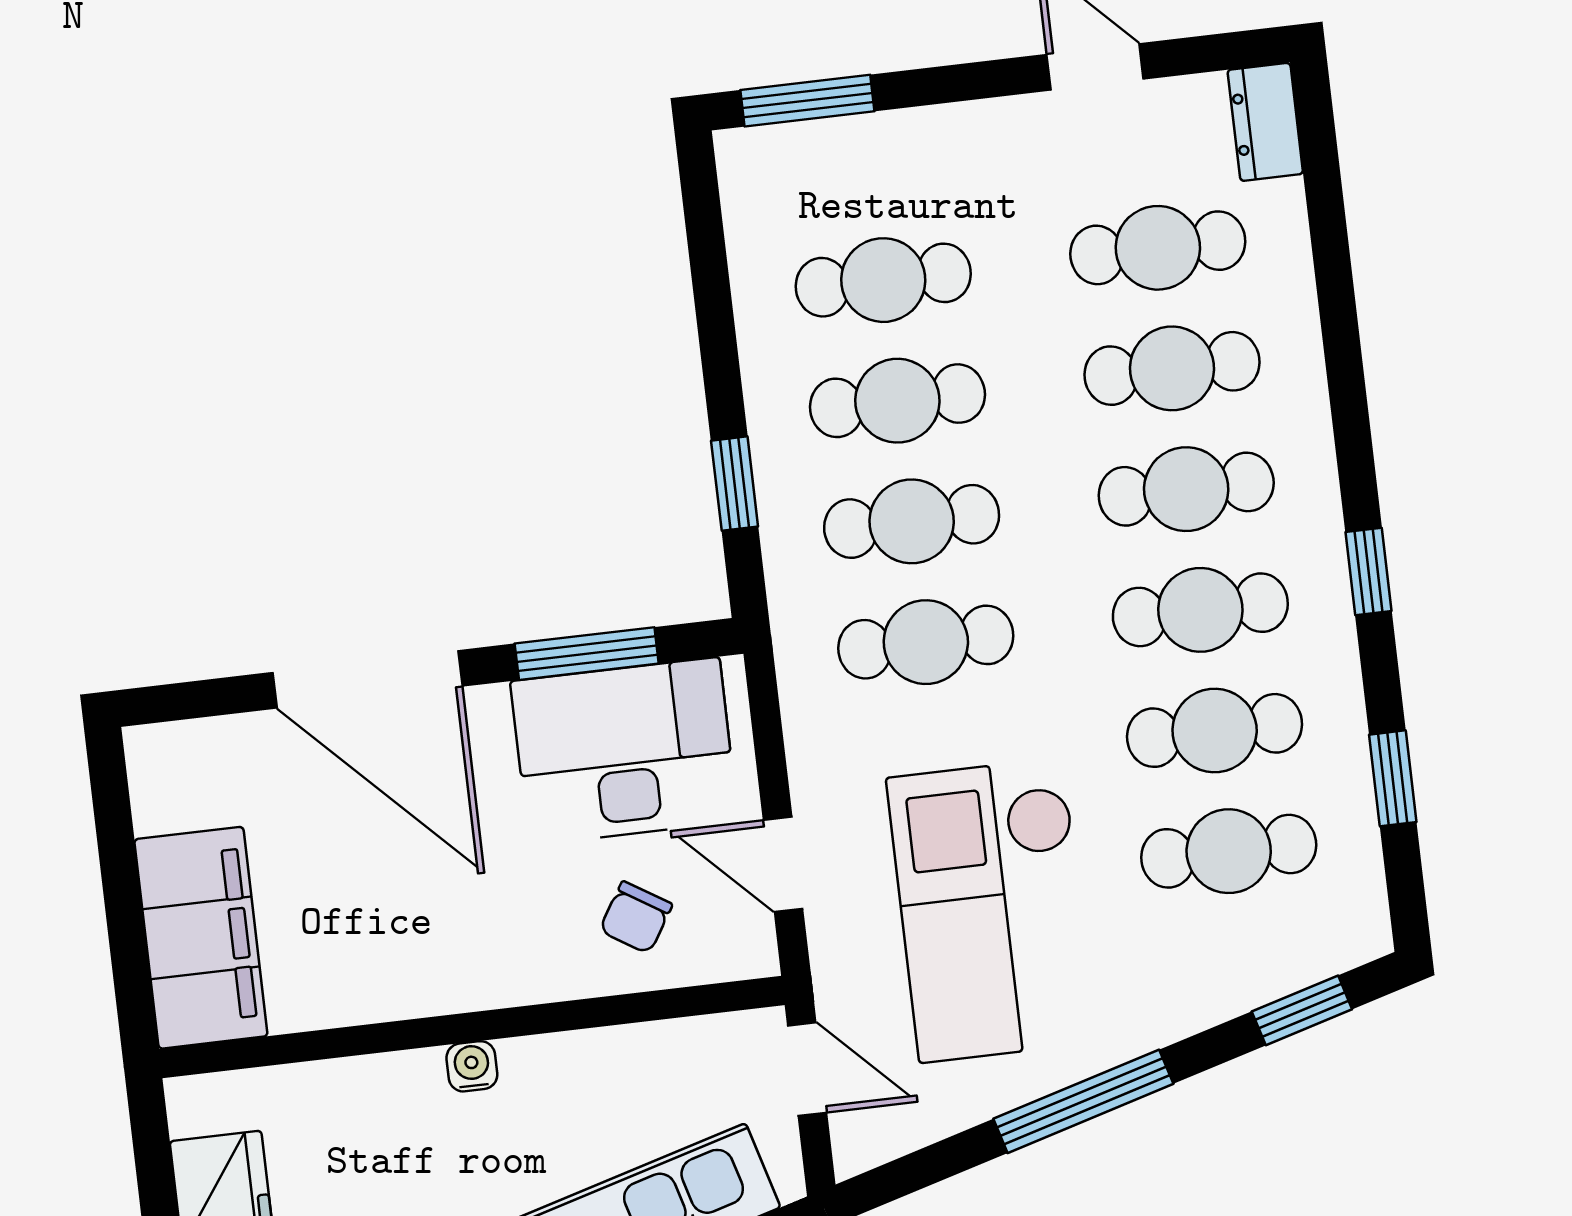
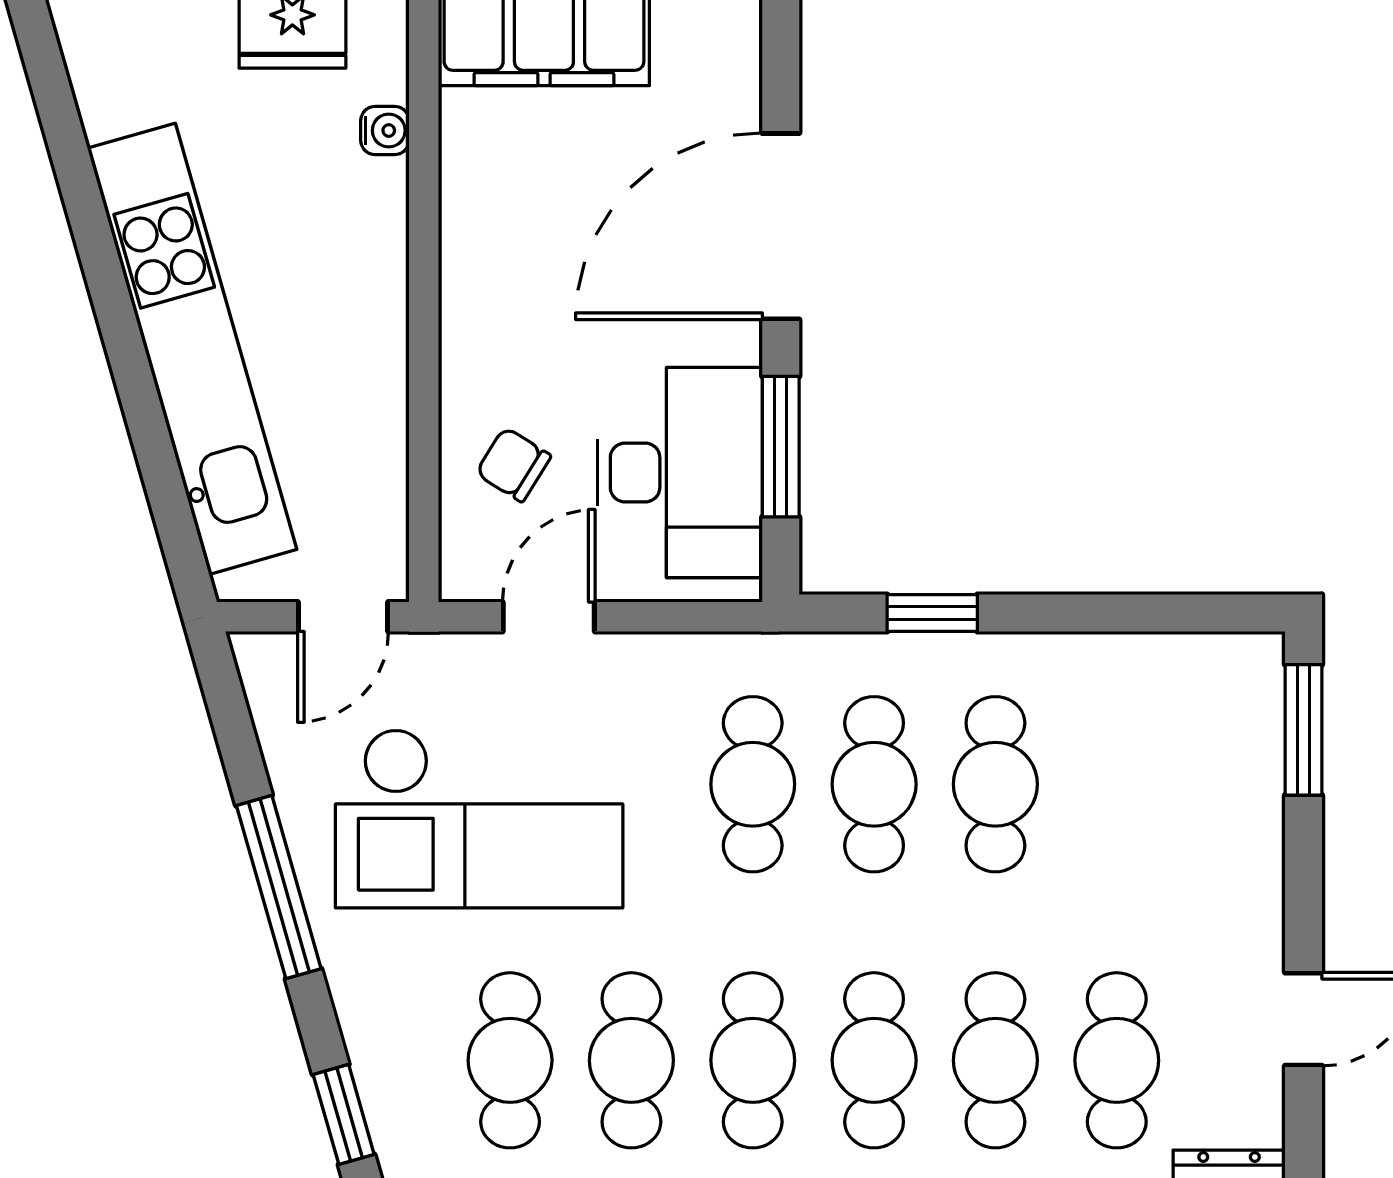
cafe table: (883, 280) -> (1117, 784), removed
checkout: (992, 910) -> (479, 818), turned 180
water cooler: (472, 1066) -> (385, 130), moved

